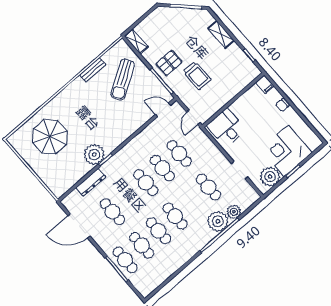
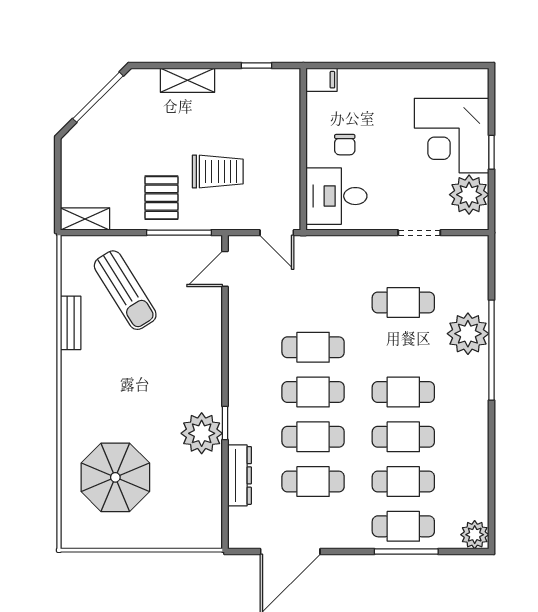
chair: (282, 105) -> (345, 145), moved
cafe table: (179, 154) -> (313, 437), moved
plant: (234, 212) -> (475, 535), moved

